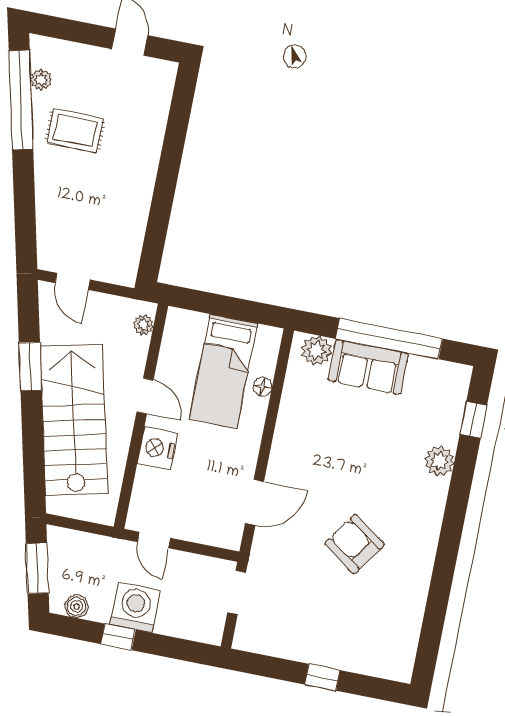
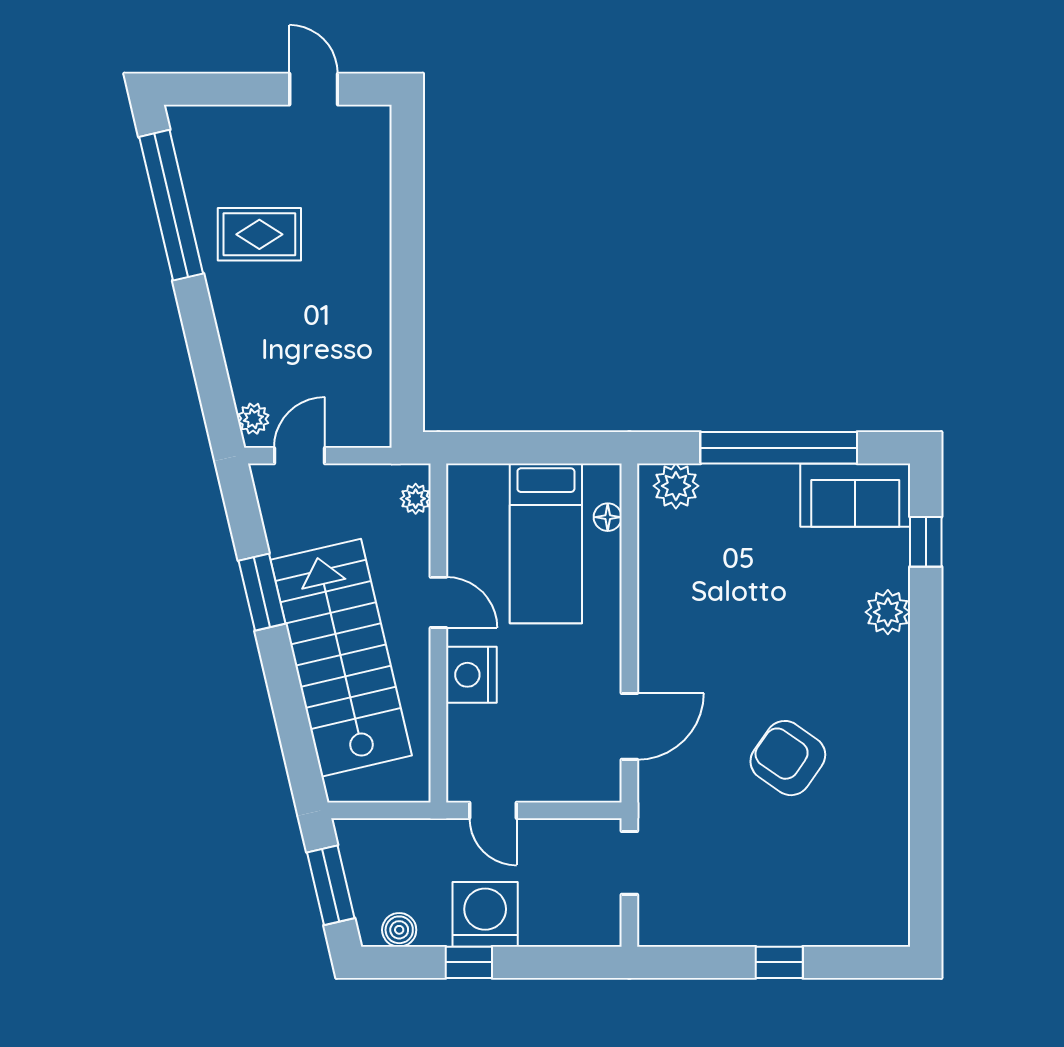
plant: (41, 80) -> (253, 419), moved
door: (73, 281) -> (299, 456), swing flipped
sofa: (368, 367) -> (855, 495), moved
floor lamp: (263, 387) -> (608, 517), moved

